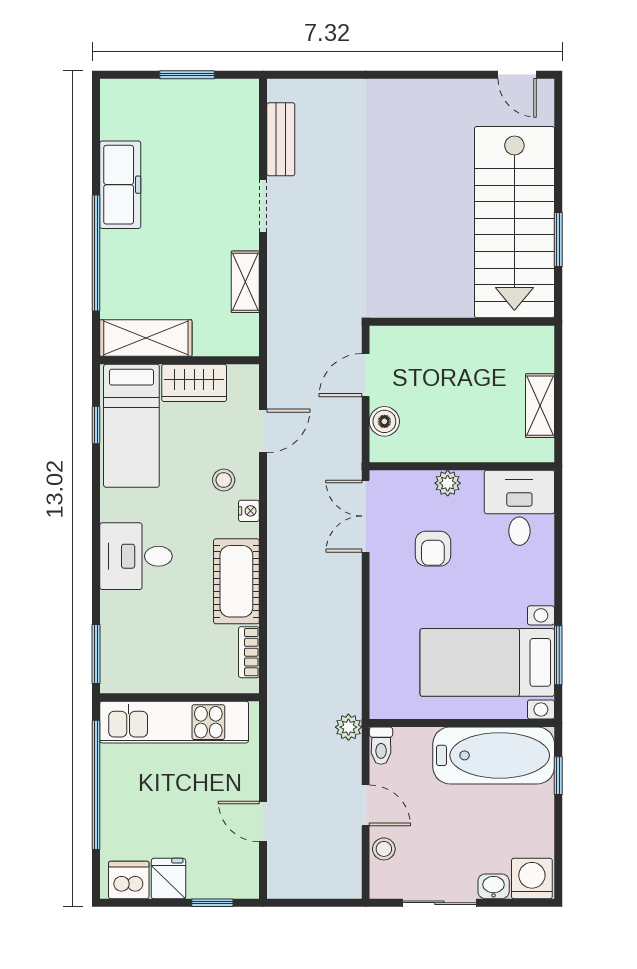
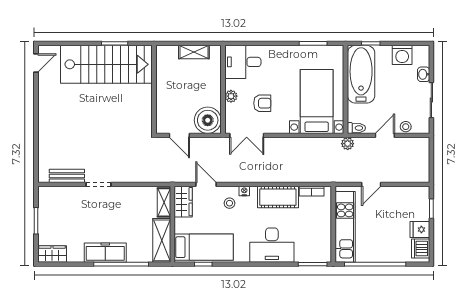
wardrobe: (117, 108) -> (52, 254), added
freezer: (120, 185) -> (105, 253), moved
shelving: (245, 282) -> (164, 202), moved, turned 90
wardrobe: (194, 383) -> (183, 202), moved
boiler: (384, 421) -> (208, 120), width x1.86, depth x1.86
desk: (136, 556) -> (272, 245), width x1.37
bed with nightstands: (487, 662) -> (317, 101), moved, turned 180
door: (263, 821) -> (371, 184), moved
washing machine: (532, 879) -> (402, 55), moved, turned -90

